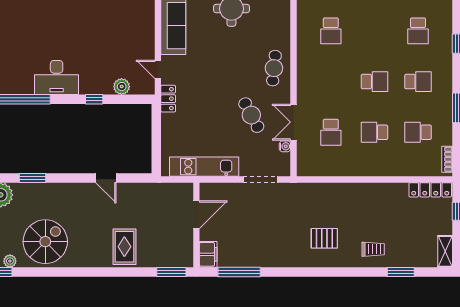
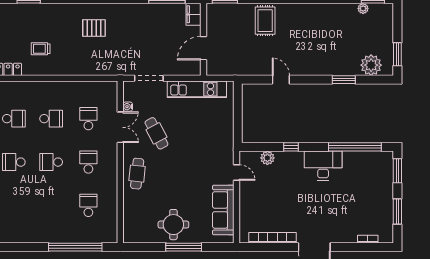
school desk: (418, 31) -> (88, 162), moved
locker: (168, 99) -> (228, 147), removed
spiral stairs: (45, 242) -> (333, 25), removed
trolley: (373, 249) -> (41, 49), moved

